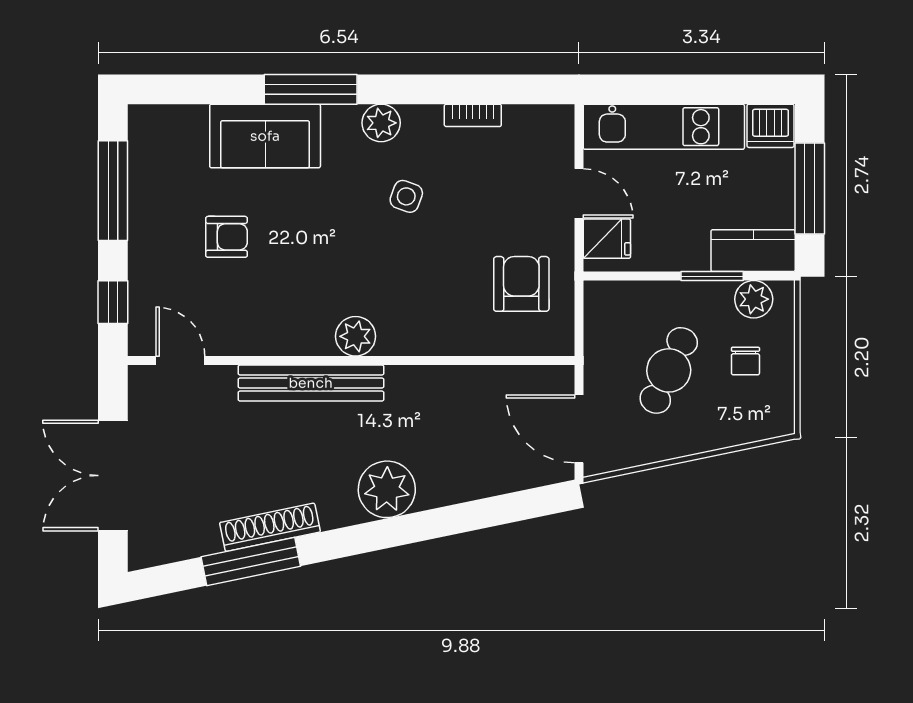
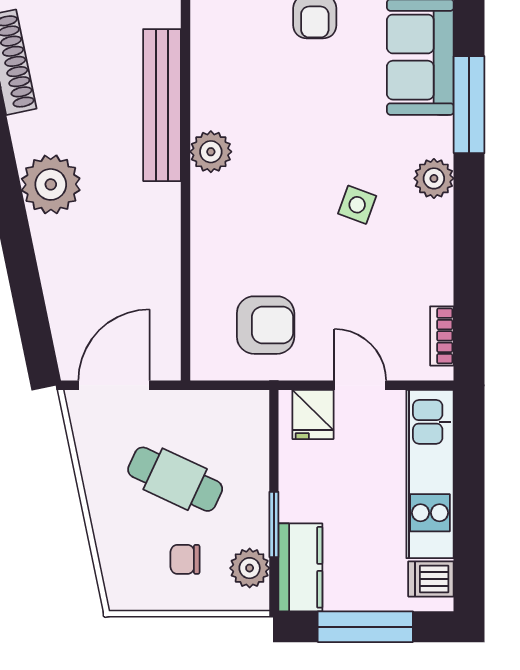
bookcase: (473, 115) -> (442, 336), moved
dishwasher: (771, 126) -> (431, 579), width x0.73
door: (579, 193) -> (360, 385), swing flipped

